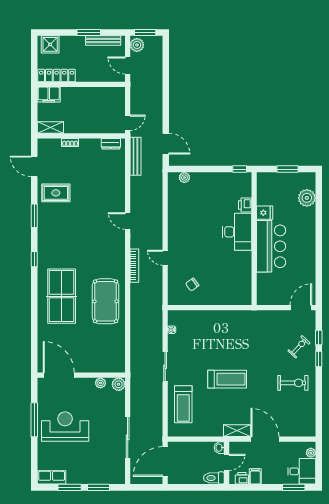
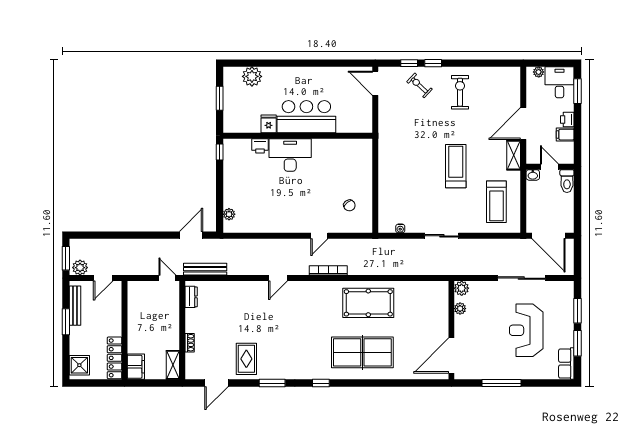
treadmill: (183, 404) -> (496, 202), moved, turned 90
reception desk: (65, 426) -> (526, 330), moved
printer: (242, 478) -> (567, 120), moved

